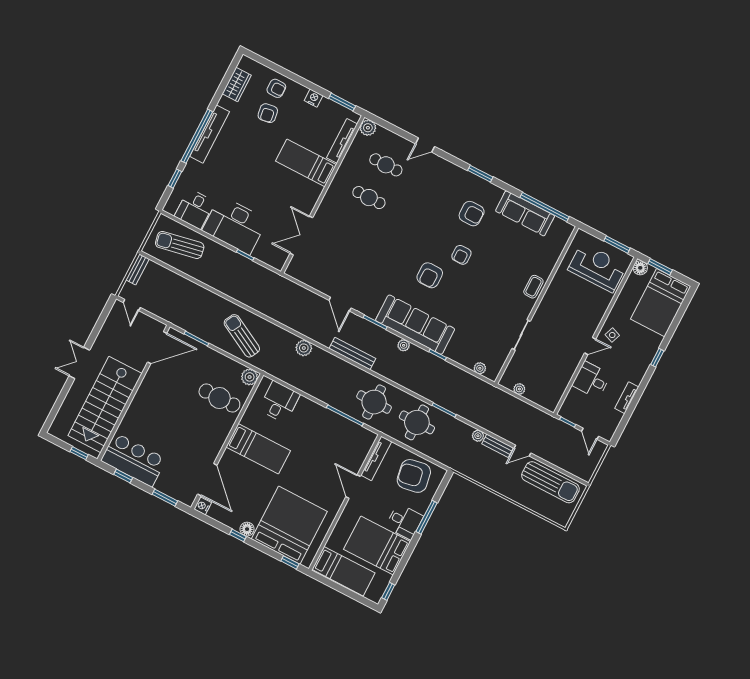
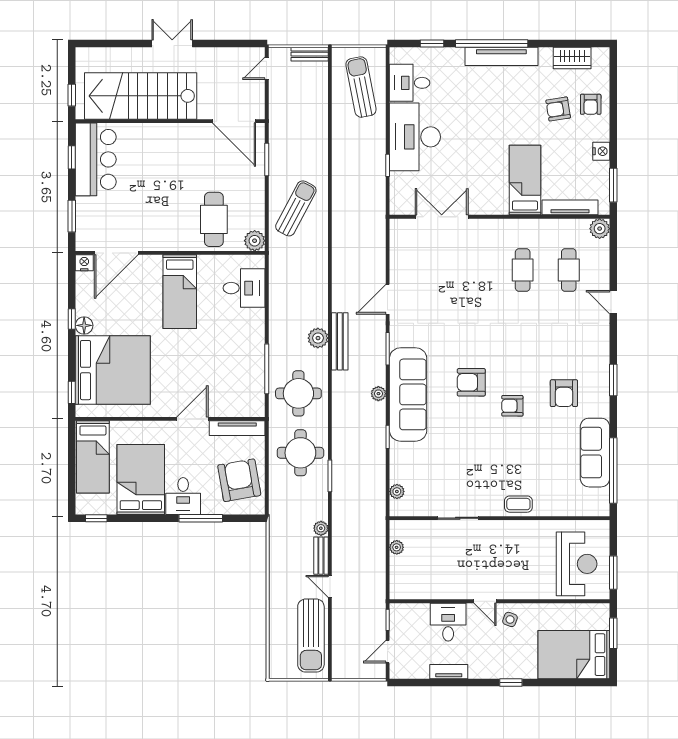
floor lamp: (640, 268) -> (601, 612), removed
plant: (304, 348) -> (318, 338), moved

